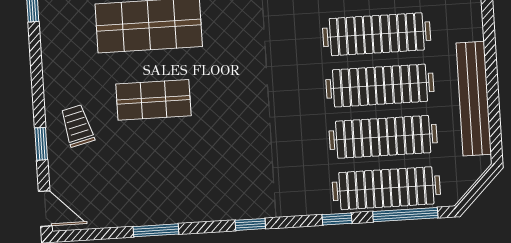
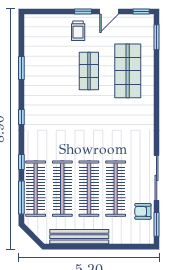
trolley: (77, 126) -> (78, 31), turned 104
window: (41, 144) -> (83, 11), moved
door: (45, 209) -> (109, 11), moved

